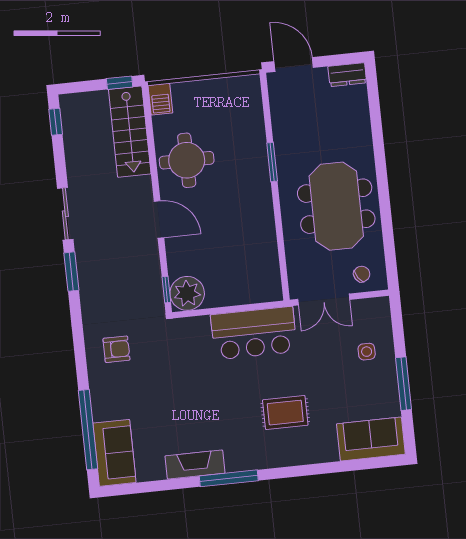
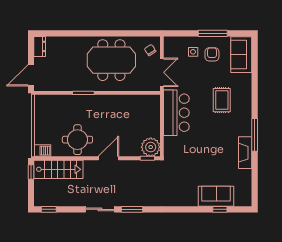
armchair: (116, 349) -> (212, 54), moved
window: (88, 430) -> (220, 209), width x0.32
sofa: (114, 453) -> (216, 196), moved

